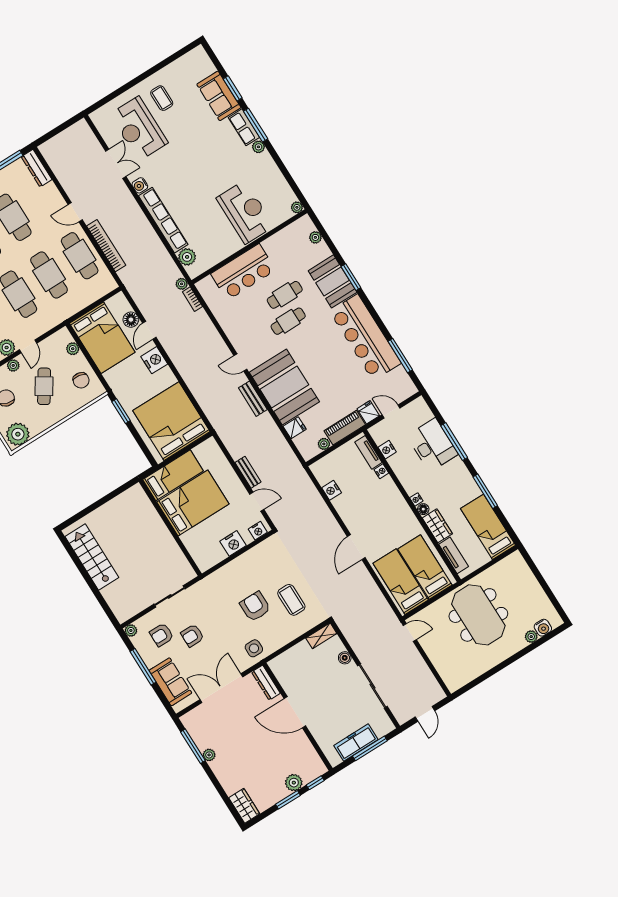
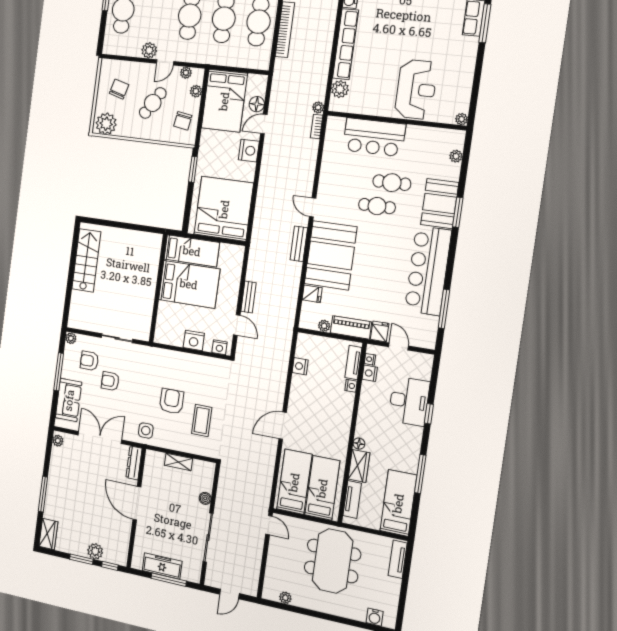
plant: (258, 147) -> (472, 44), removed
plant: (13, 365) -> (186, 73), moved
window: (454, 442) -> (429, 414), width x0.46
nightstand: (416, 499) -> (370, 359), moved
tv unit: (523, 569) -> (398, 559), added
shelving: (321, 636) -> (178, 462), moved
plant: (531, 637) -> (285, 598), moved
window: (193, 746) -> (43, 494), moved
plant: (209, 755) -> (58, 441), moved

